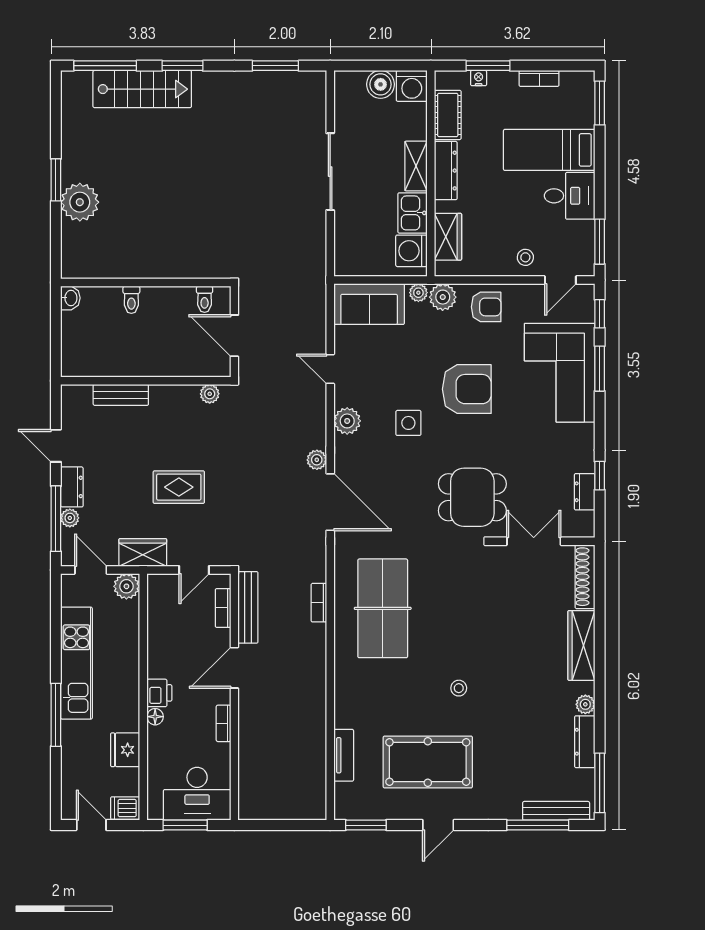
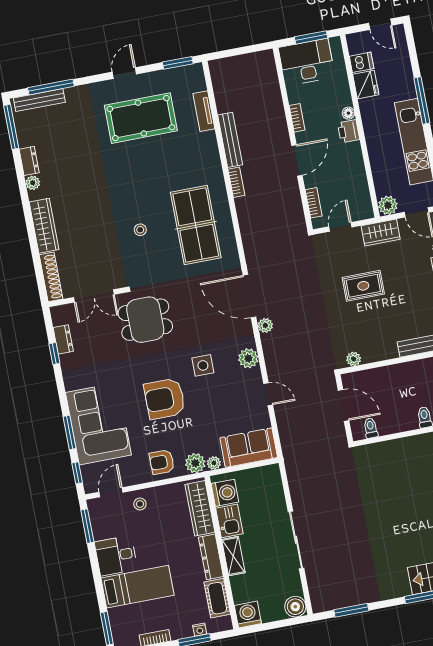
boiler: (381, 84) -> (295, 607), moved
wardrobe: (448, 237) -> (200, 508), width x1.50
bookcase: (319, 603) -> (236, 182), moved
bench: (248, 607) -> (230, 140), moved
stool: (459, 688) -> (140, 230), moved
dresser: (585, 742) -> (29, 161), width x0.70
dishwasher: (125, 808) -> (362, 62), moved

